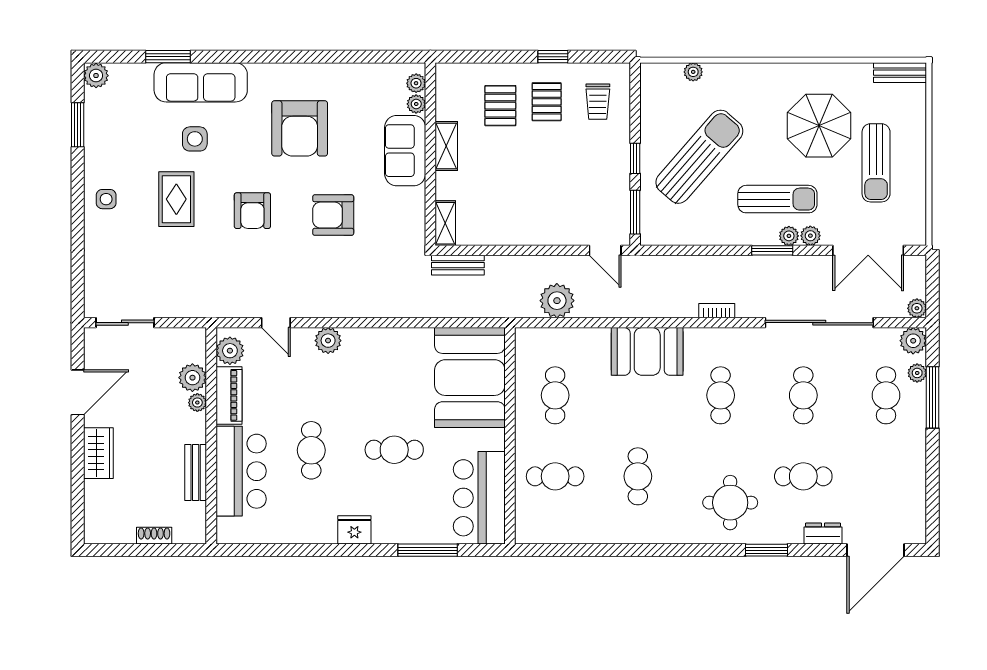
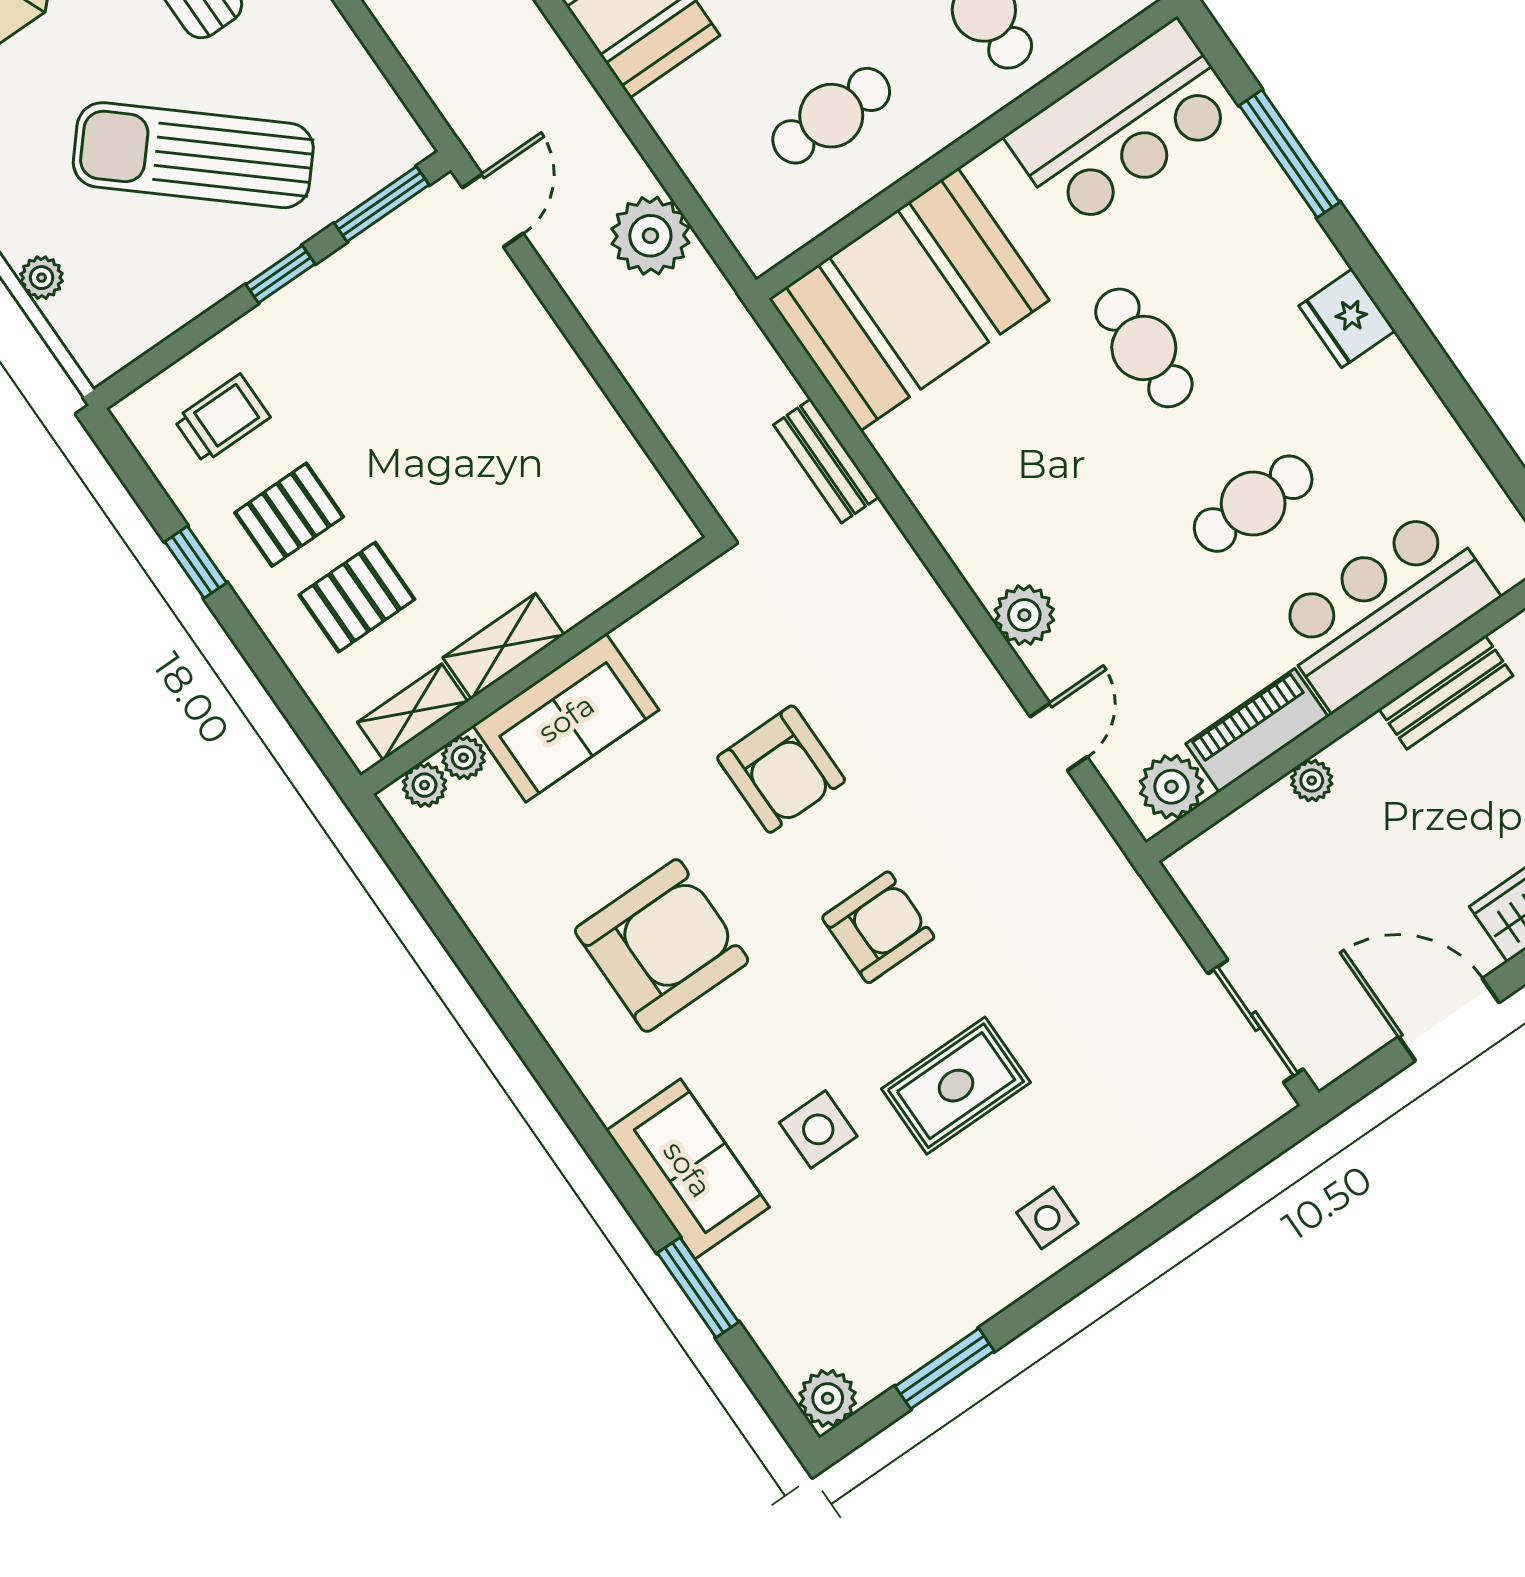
sofa: (201, 82) -> (688, 1169), width x0.73
shelving: (445, 223) -> (413, 712), moved
bench: (458, 265) -> (826, 461), moved
plant: (192, 378) -> (1271, 822), removed

